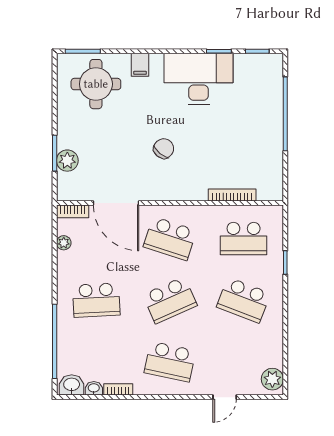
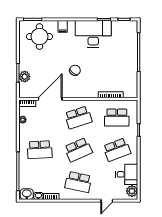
door: (116, 203) -> (50, 99), swing flipped
school desk: (170, 239) -> (78, 117), turned -36
school desk: (244, 300) -> (117, 150), turned -42
desk: (262, 347) -> (127, 174), added

